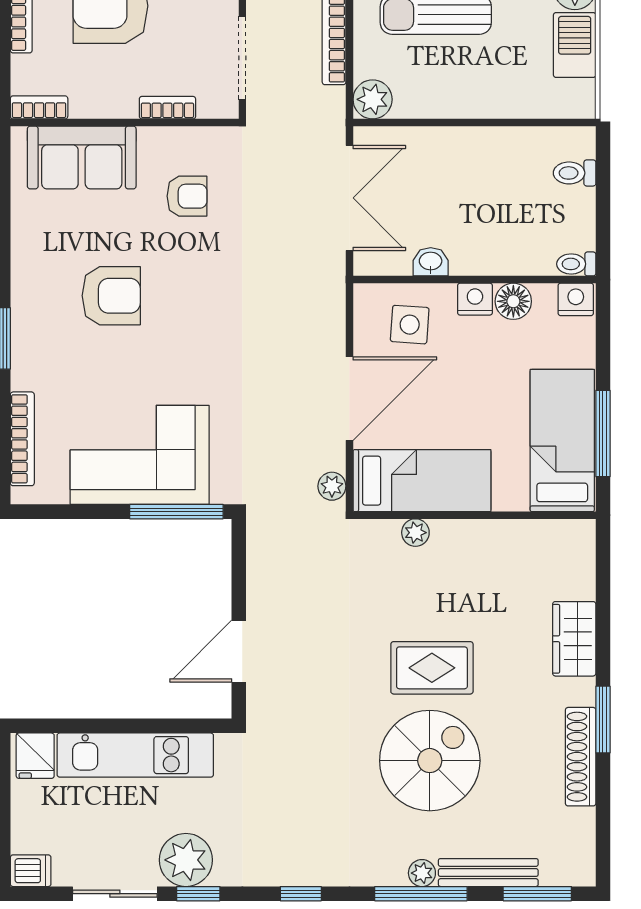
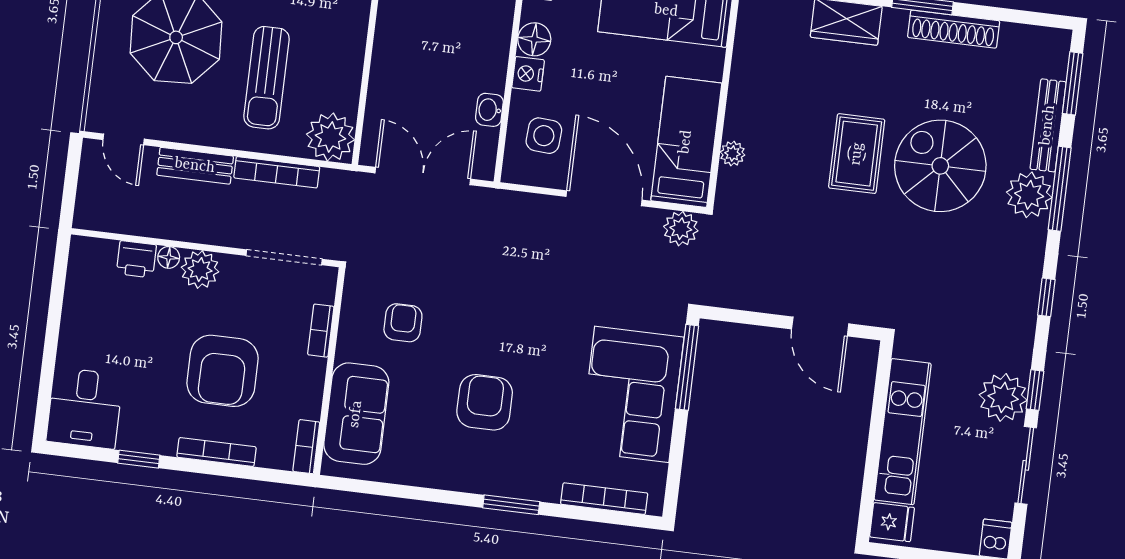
plant: (373, 99) -> (330, 137), width x1.36, depth x1.36
plant: (332, 486) -> (681, 229), width x1.38, depth x1.38
plant: (422, 873) -> (1029, 195), width x1.87, depth x1.87

